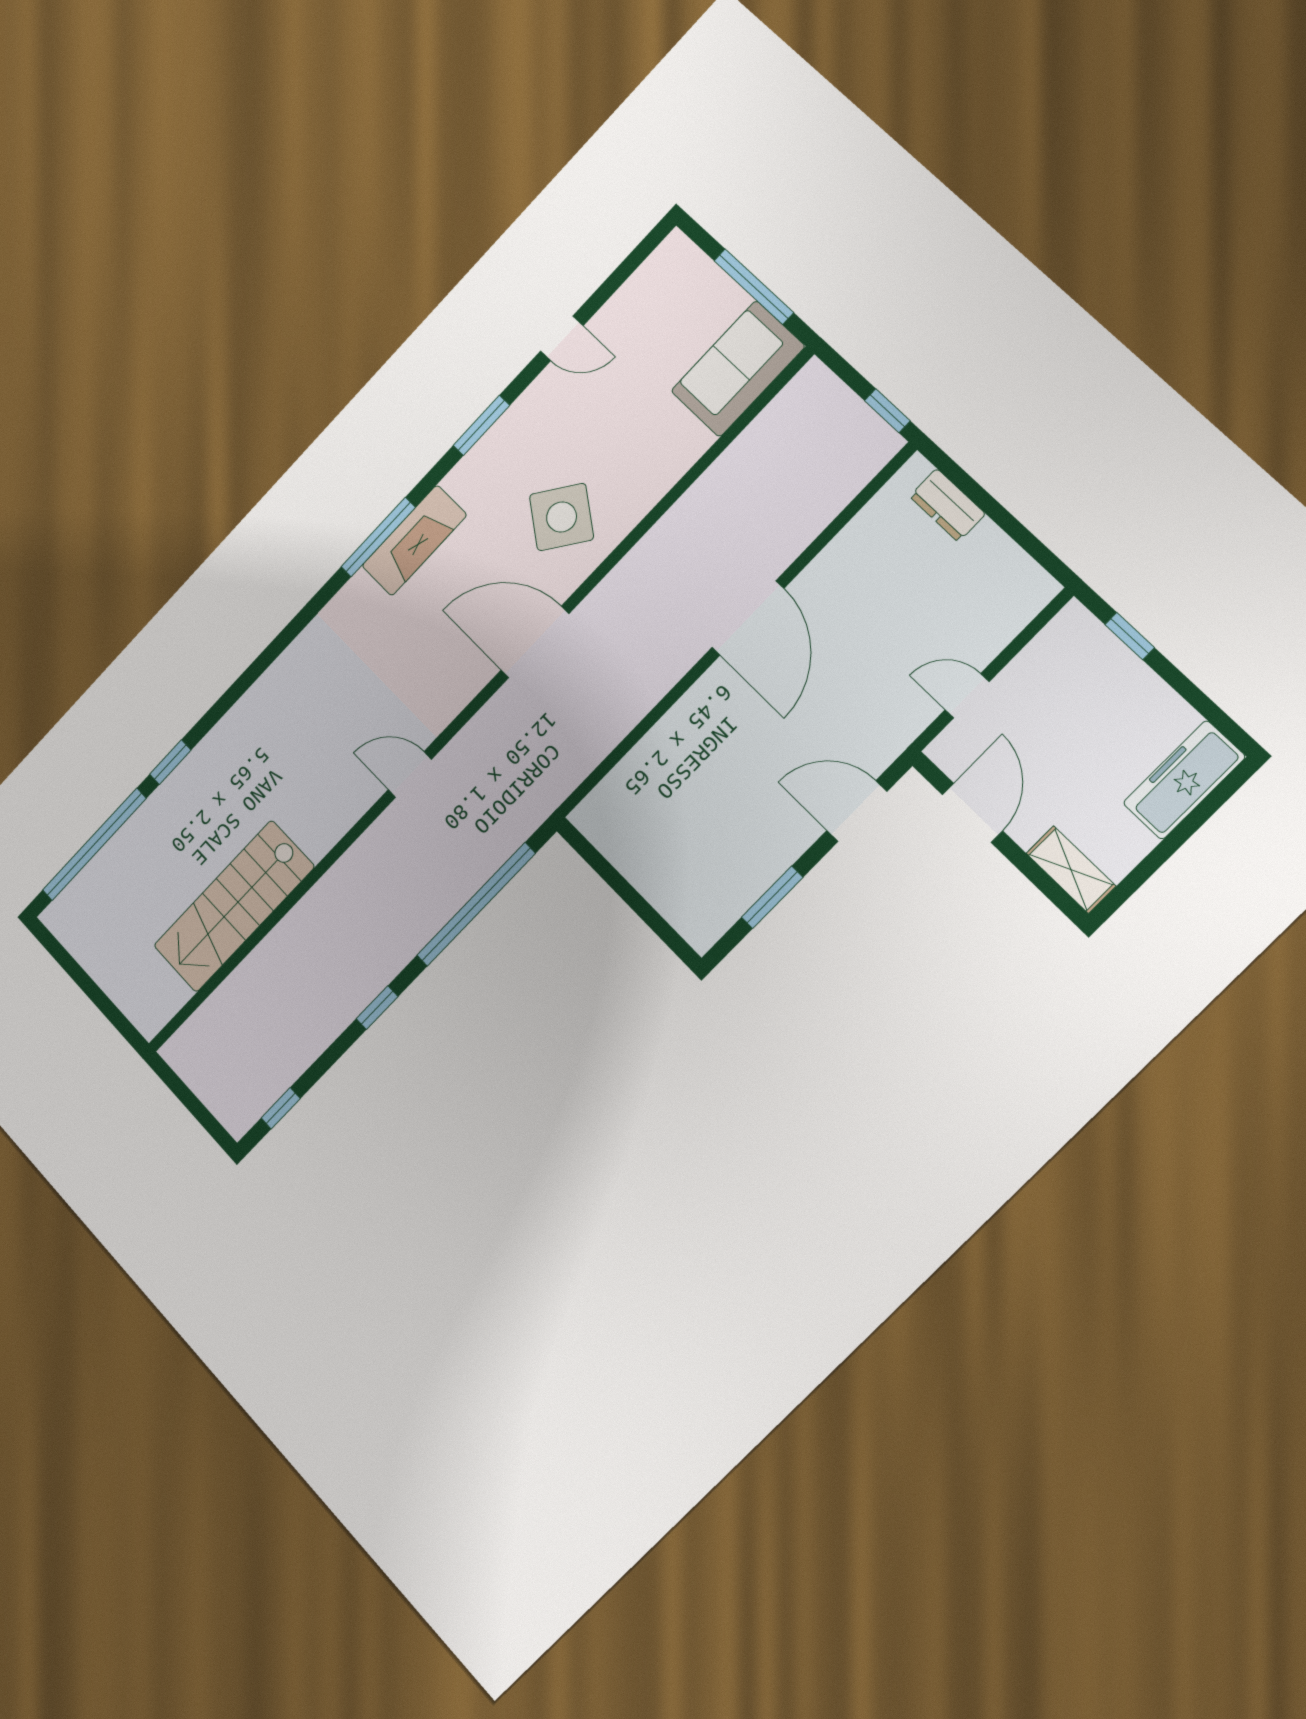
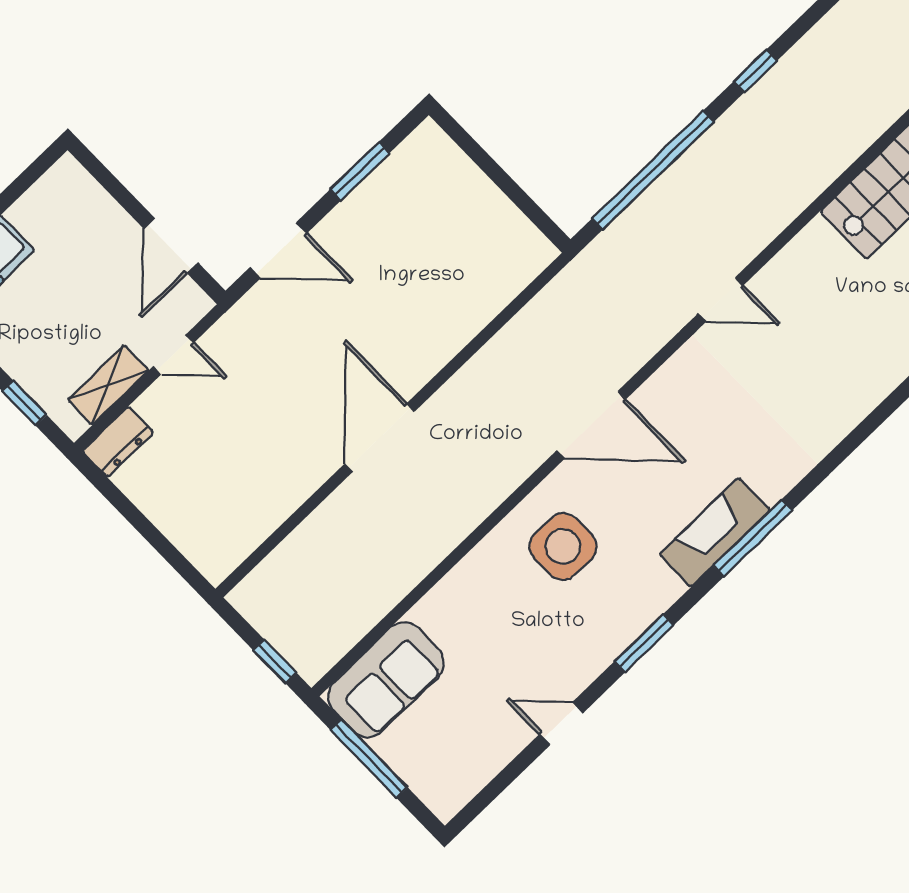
window: (887, 411) -> (275, 661), moved
dresser: (947, 505) -> (118, 442), moved, turned 90
side table: (562, 517) -> (563, 547), turned -36
shelving: (1071, 870) -> (108, 385), moved, turned 90

